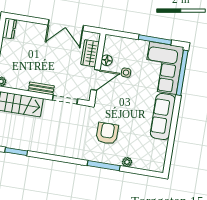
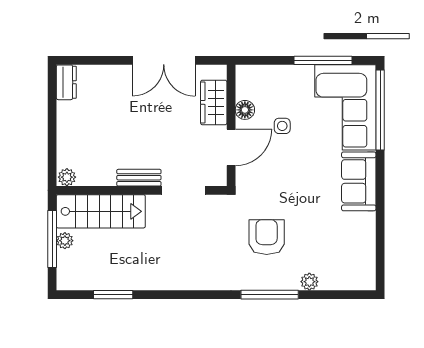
sofa: (163, 117) -> (359, 181), width x0.73

